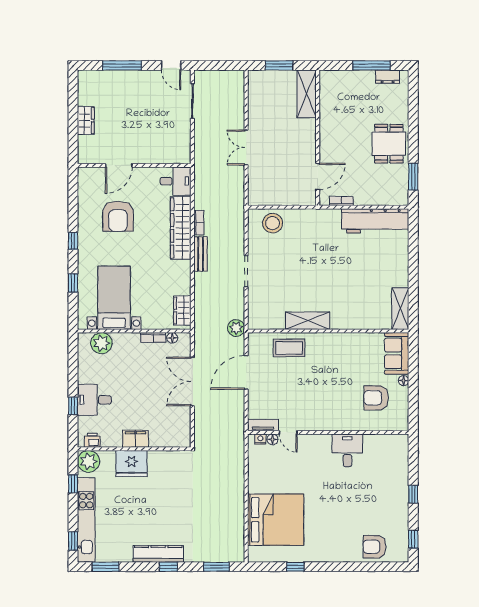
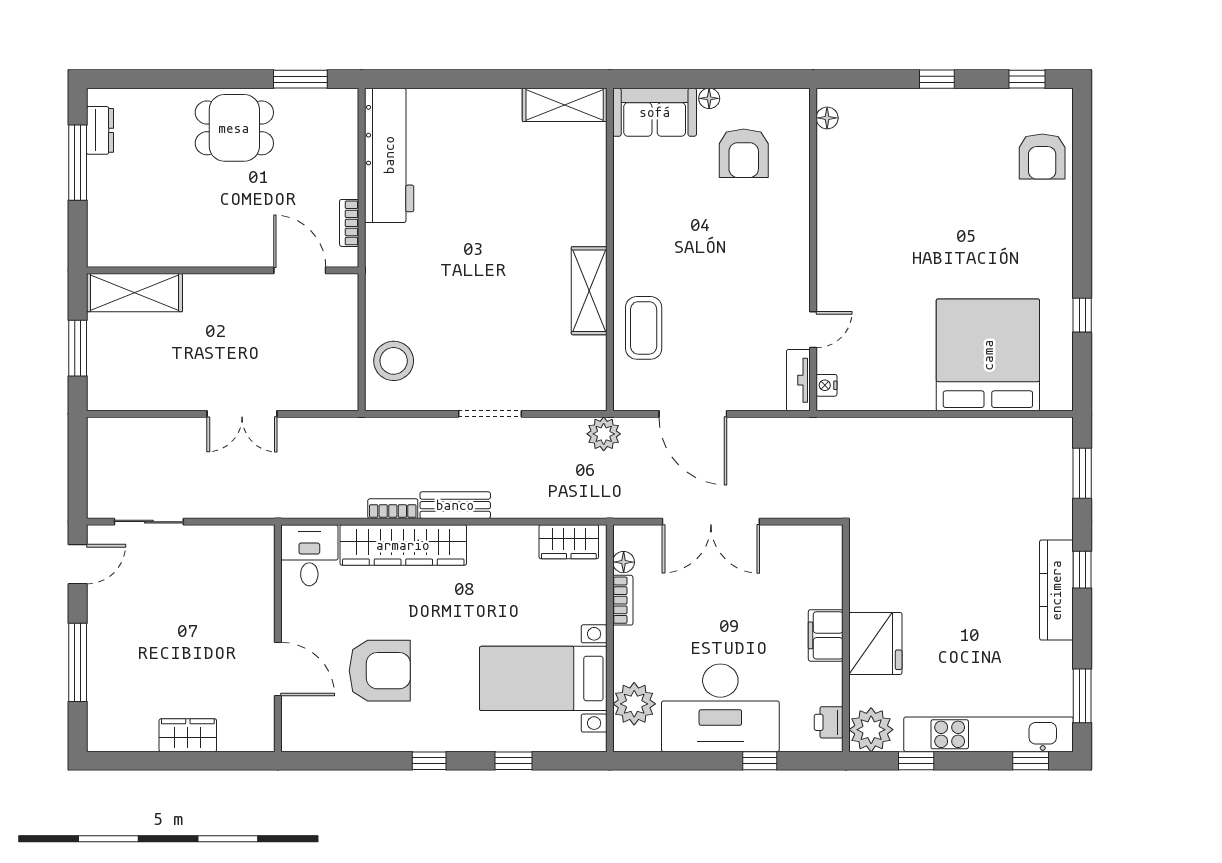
desk: (94, 400) -> (720, 708), width x1.87, depth x1.30
floor lamp: (273, 439) -> (827, 118), moved
desk: (347, 450) -> (849, 211), removed

